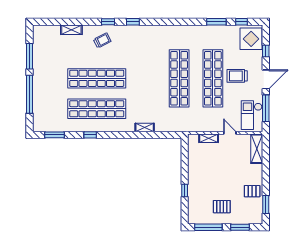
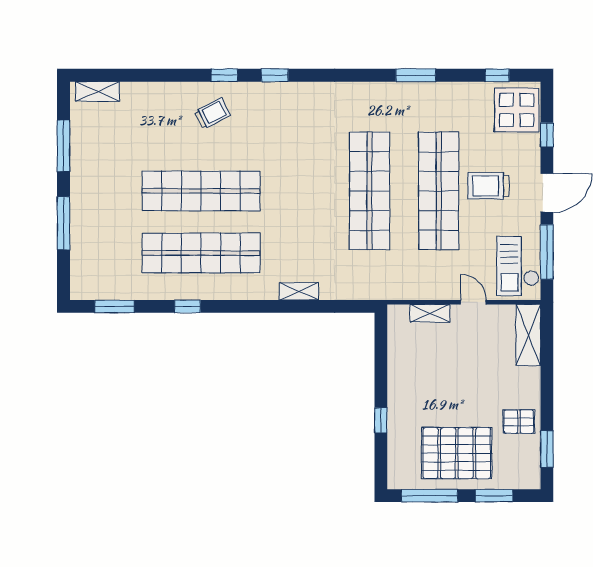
window: (216, 22) -> (416, 75), moved
shelving: (71, 30) -> (98, 91), moved
window: (29, 94) -> (63, 223), width x0.68
pallet: (222, 207) -> (457, 453), width x2.05, depth x2.00

